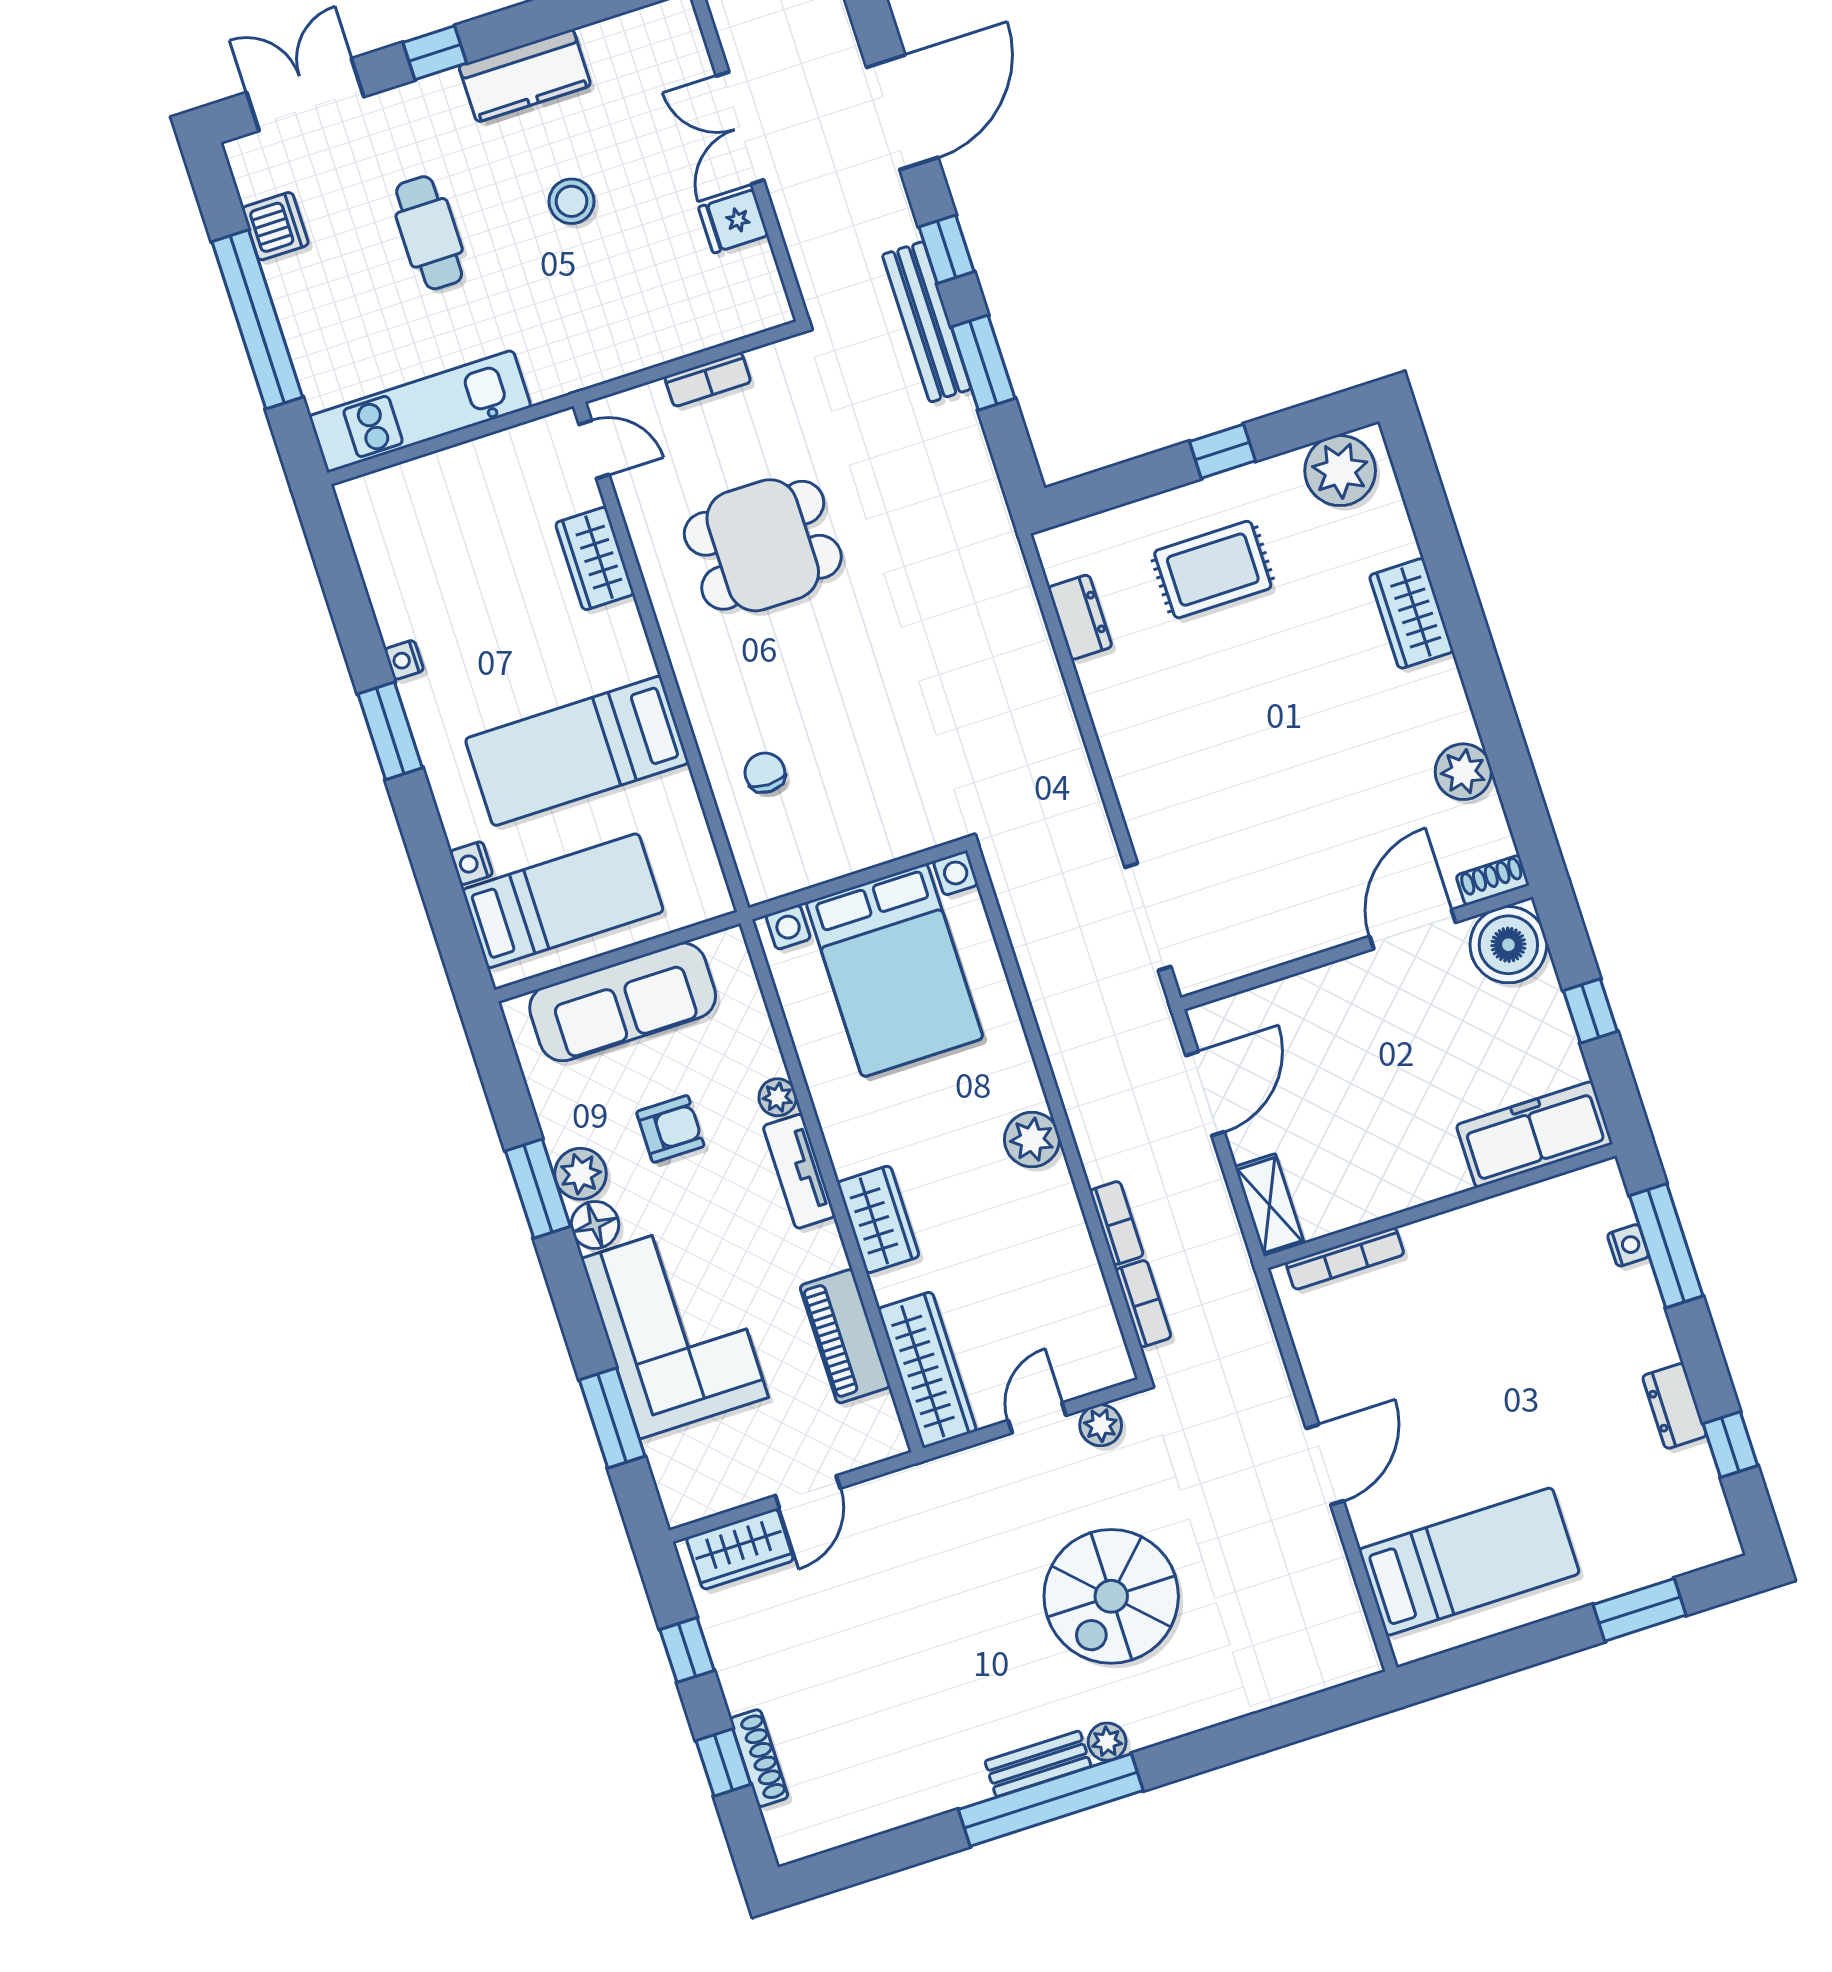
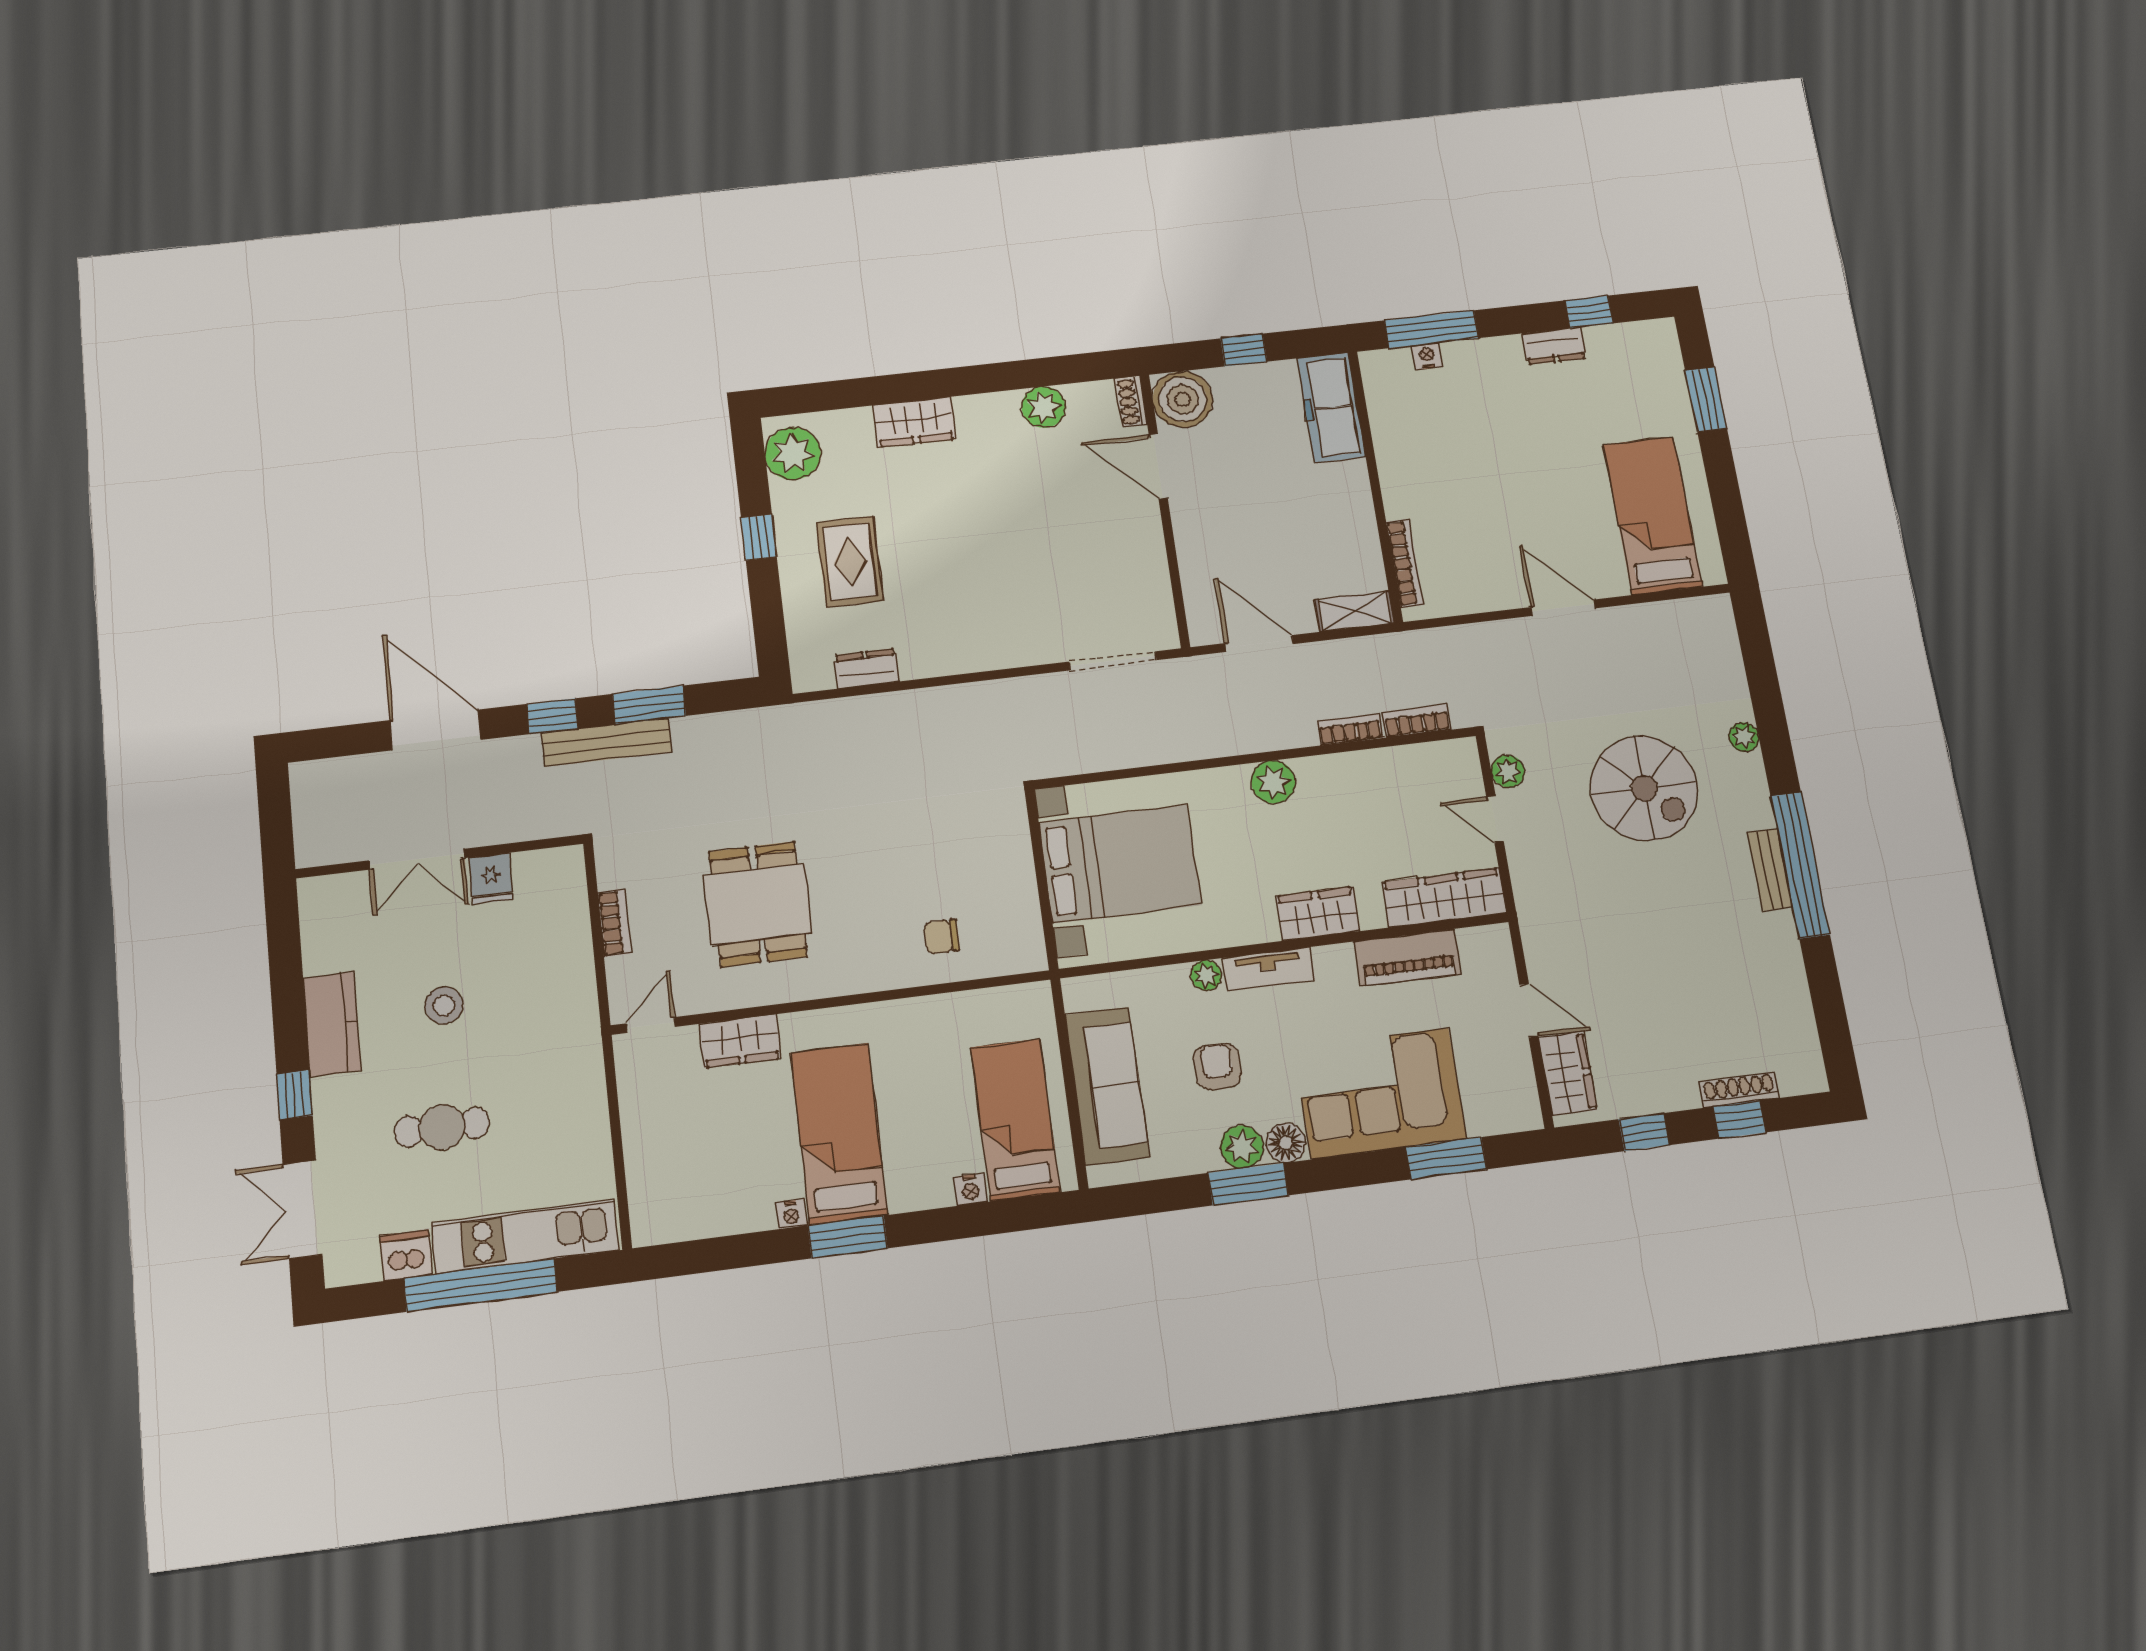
kitchen unit: (420, 411) -> (525, 1236), moved, turned 90
bed: (577, 751) -> (839, 1134), moved, turned 180
plant: (1107, 1742) -> (1744, 737), moved

